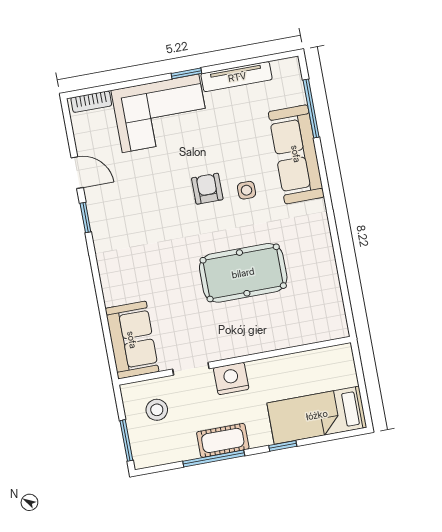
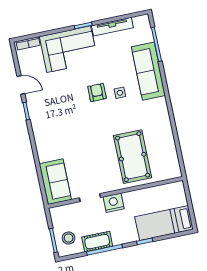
pool table: (243, 273) -> (133, 157), moved, turned 90
stool: (157, 410) -> (69, 238), moved
cot: (223, 440) -> (97, 242), moved

